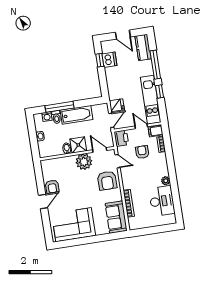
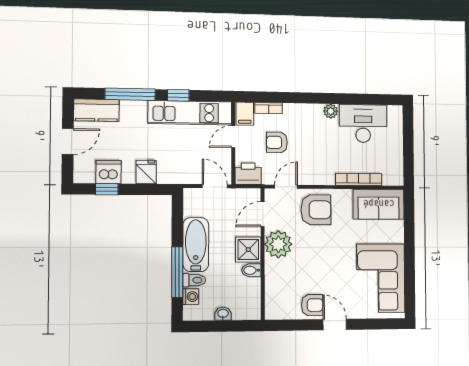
fridge: (117, 105) -> (146, 172), moved

